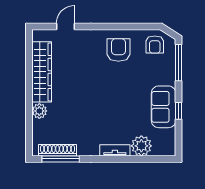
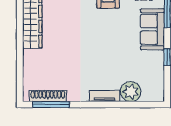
sofa: (164, 107) -> (152, 29), moved
plant: (39, 111) -> (30, 57), removed

